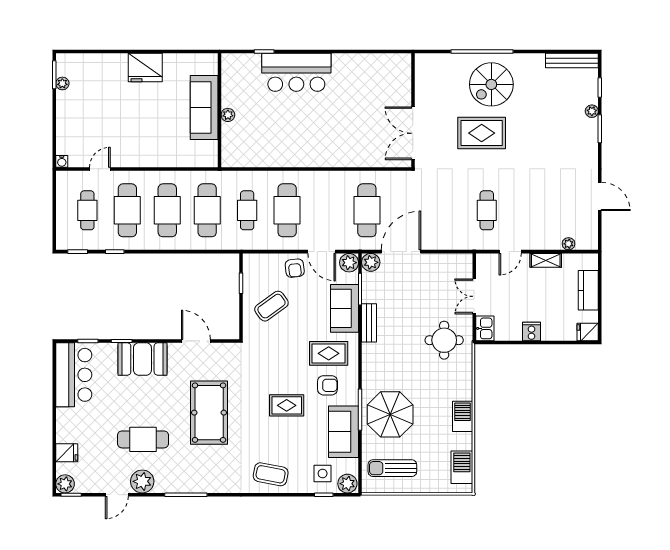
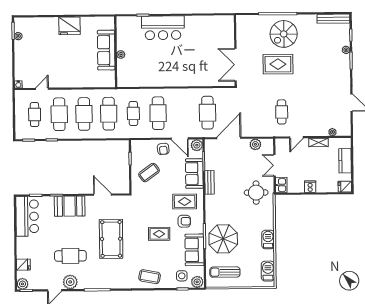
plant: (371, 262) -> (255, 144), moved

